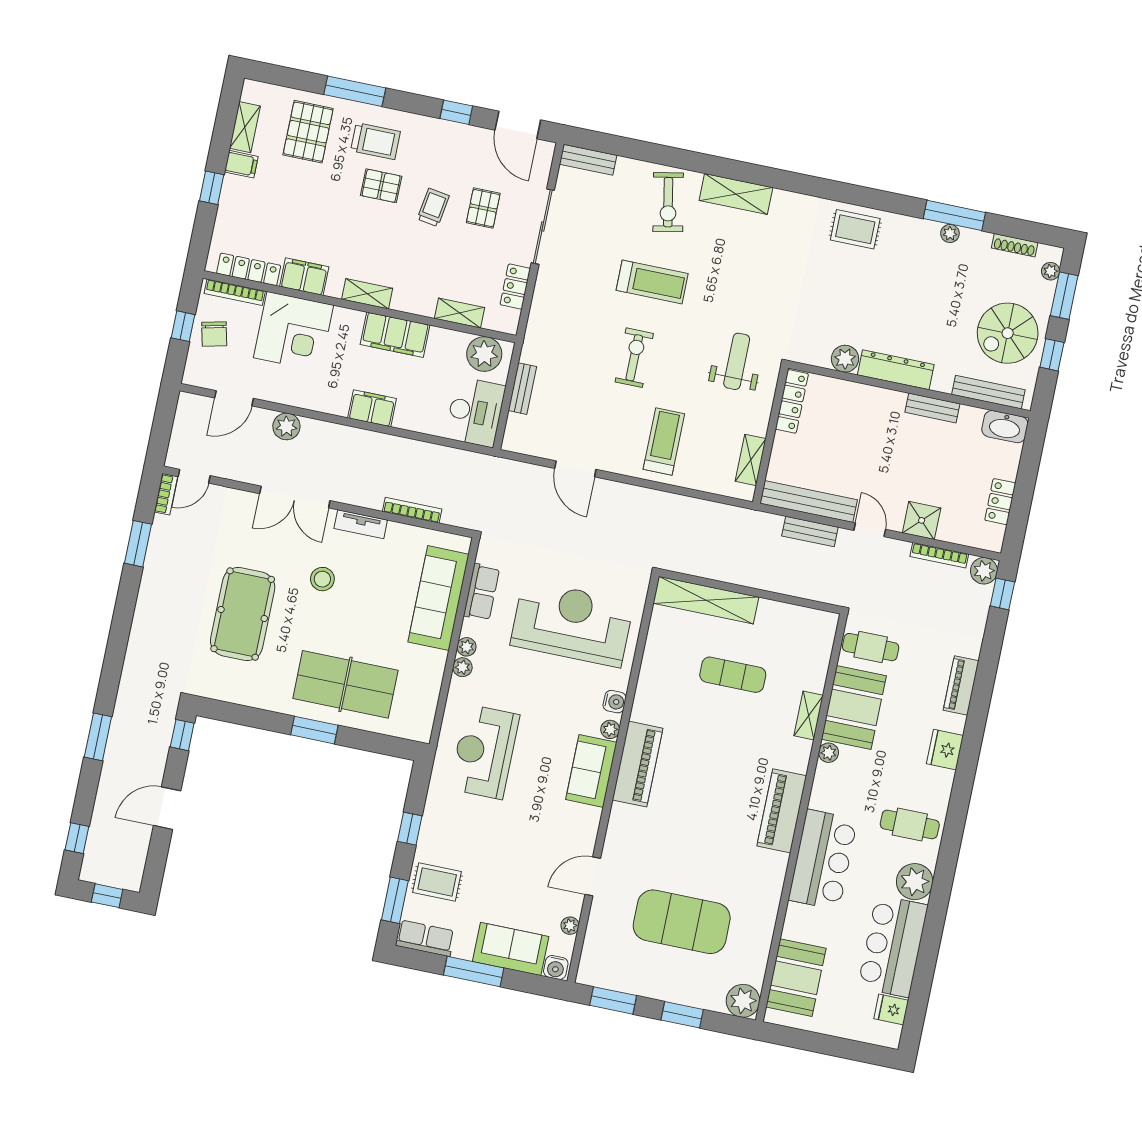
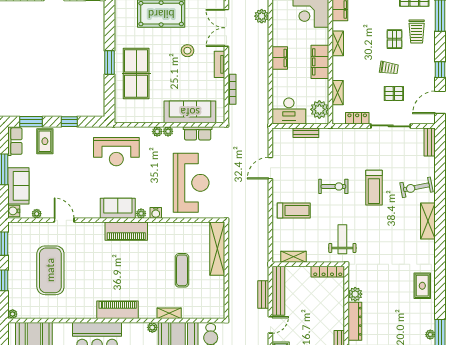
weight bench: (737, 361) -> (342, 239), turned -90
reception desk: (484, 752) -> (116, 152), turned 180
plant: (743, 1001) -> (13, 314), width x0.53, depth x0.53

